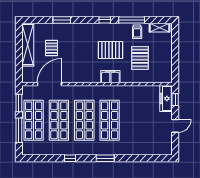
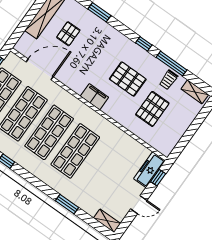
filing cabinet: (110, 77) -> (94, 97), moved
shelving: (162, 151) -> (107, 221), added
window: (105, 158) -> (67, 204), moved

